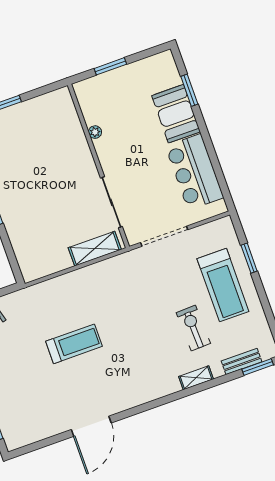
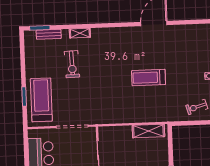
shelving: (95, 249) -> (148, 131), moved
treadmill: (223, 285) -> (41, 100), moved

